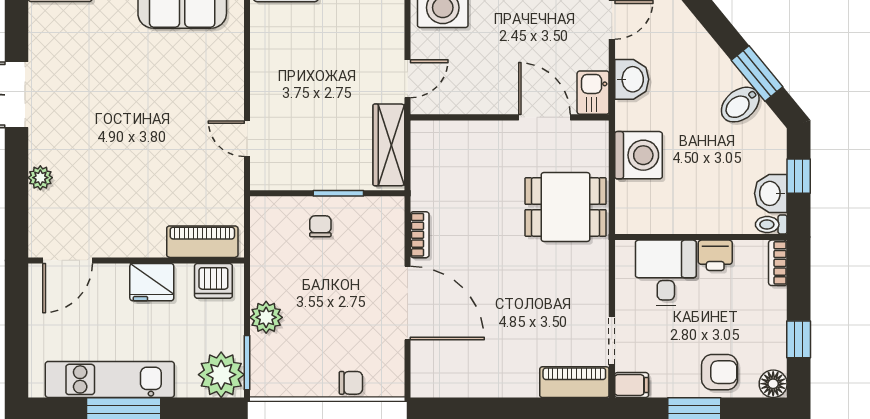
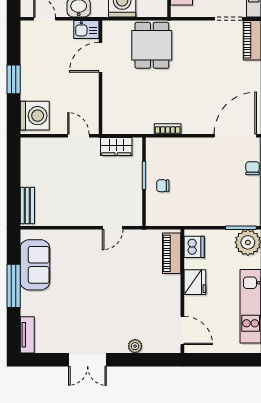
wardrobe: (389, 145) -> (116, 146), width x0.67
door: (408, 303) -> (235, 136), moved
plant: (266, 317) -> (215, 217), removed

